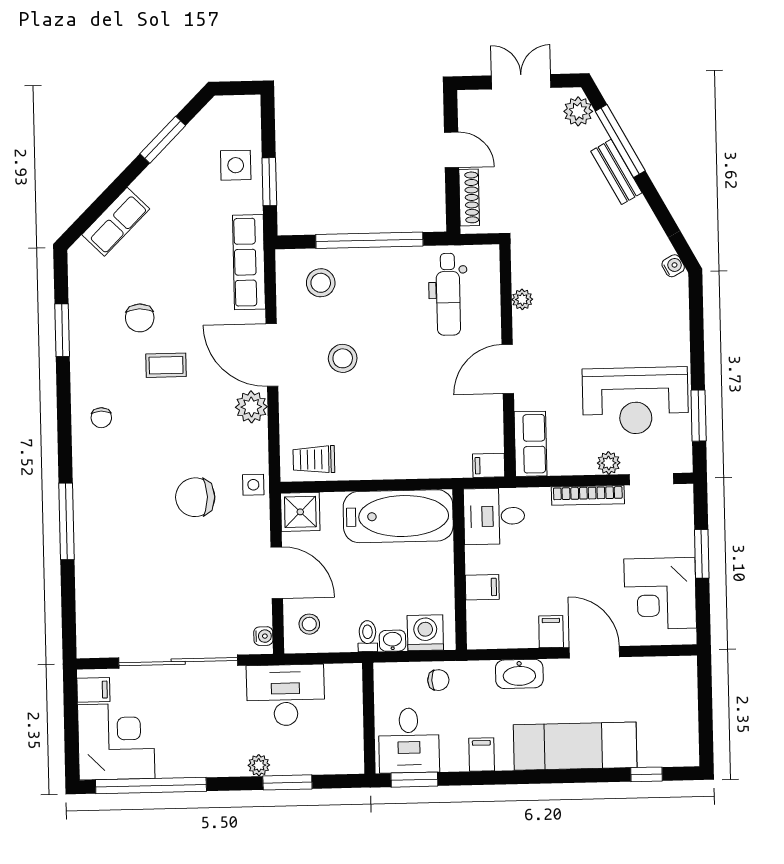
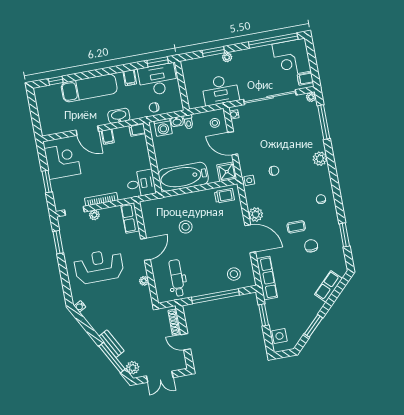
side table: (236, 165) -> (279, 336), moved
stool: (343, 358) -> (186, 227), moved
reception desk: (635, 401) -> (99, 266), moved
filing cabinet: (489, 465) -> (147, 205), removed
chair: (195, 497) -> (274, 171), width x0.54, depth x0.54
plant: (89, 508) -> (320, 159), added
window: (66, 521) -> (324, 122), moved
filing cabinet: (482, 587) -> (137, 130), moved
plant: (87, 647) -> (311, 97), added
desk: (409, 740) -> (158, 80), width x1.37

